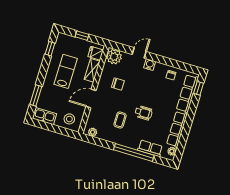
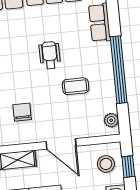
window: (63, 131) -> (128, 167), added
window: (134, 152) -> (119, 70), moved

